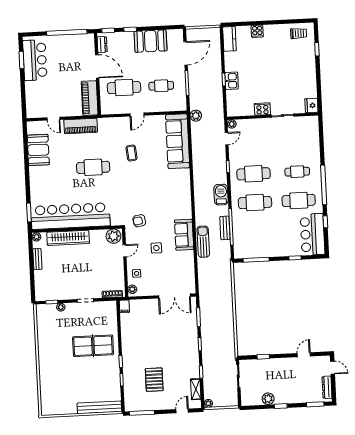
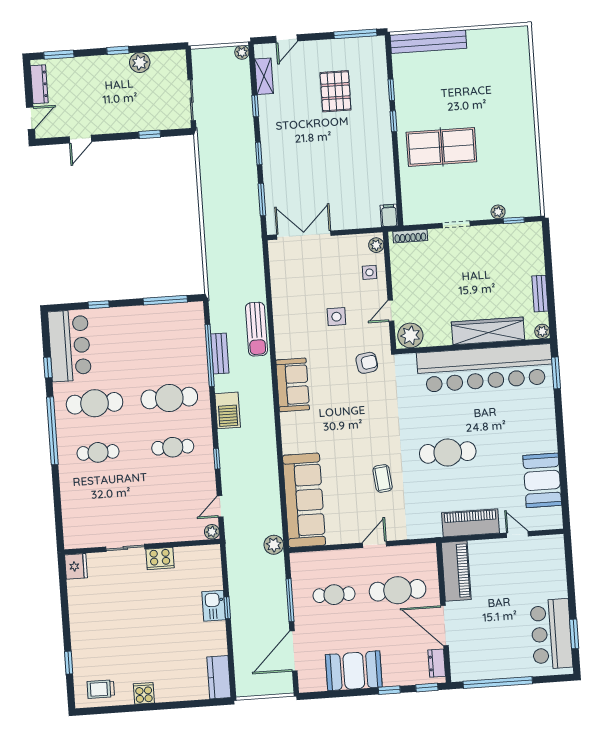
cooker: (257, 31) -> (144, 693), moved
cafe table: (254, 174) -> (173, 447), width x0.73, depth x0.74
sofa: (184, 235) -> (293, 385), moved
door: (333, 368) -> (31, 118), swing flipped

